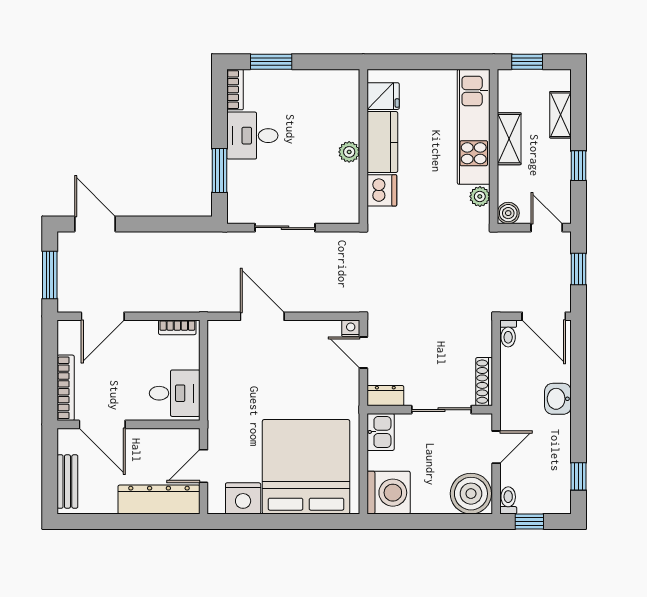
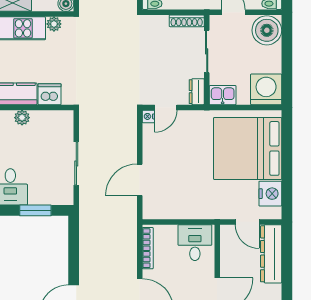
bookcase: (177, 327) -> (148, 248), width x1.56

